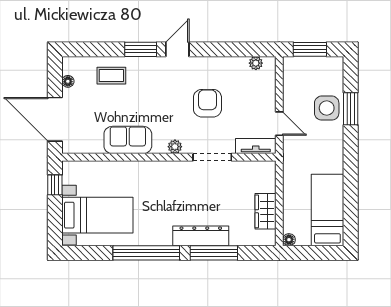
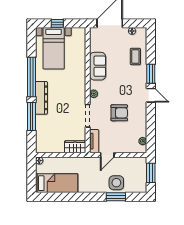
window: (55, 185) -> (57, 23), moved
wardrobe: (265, 211) -> (75, 147), moved
dresser: (201, 236) -> (41, 98), moved

